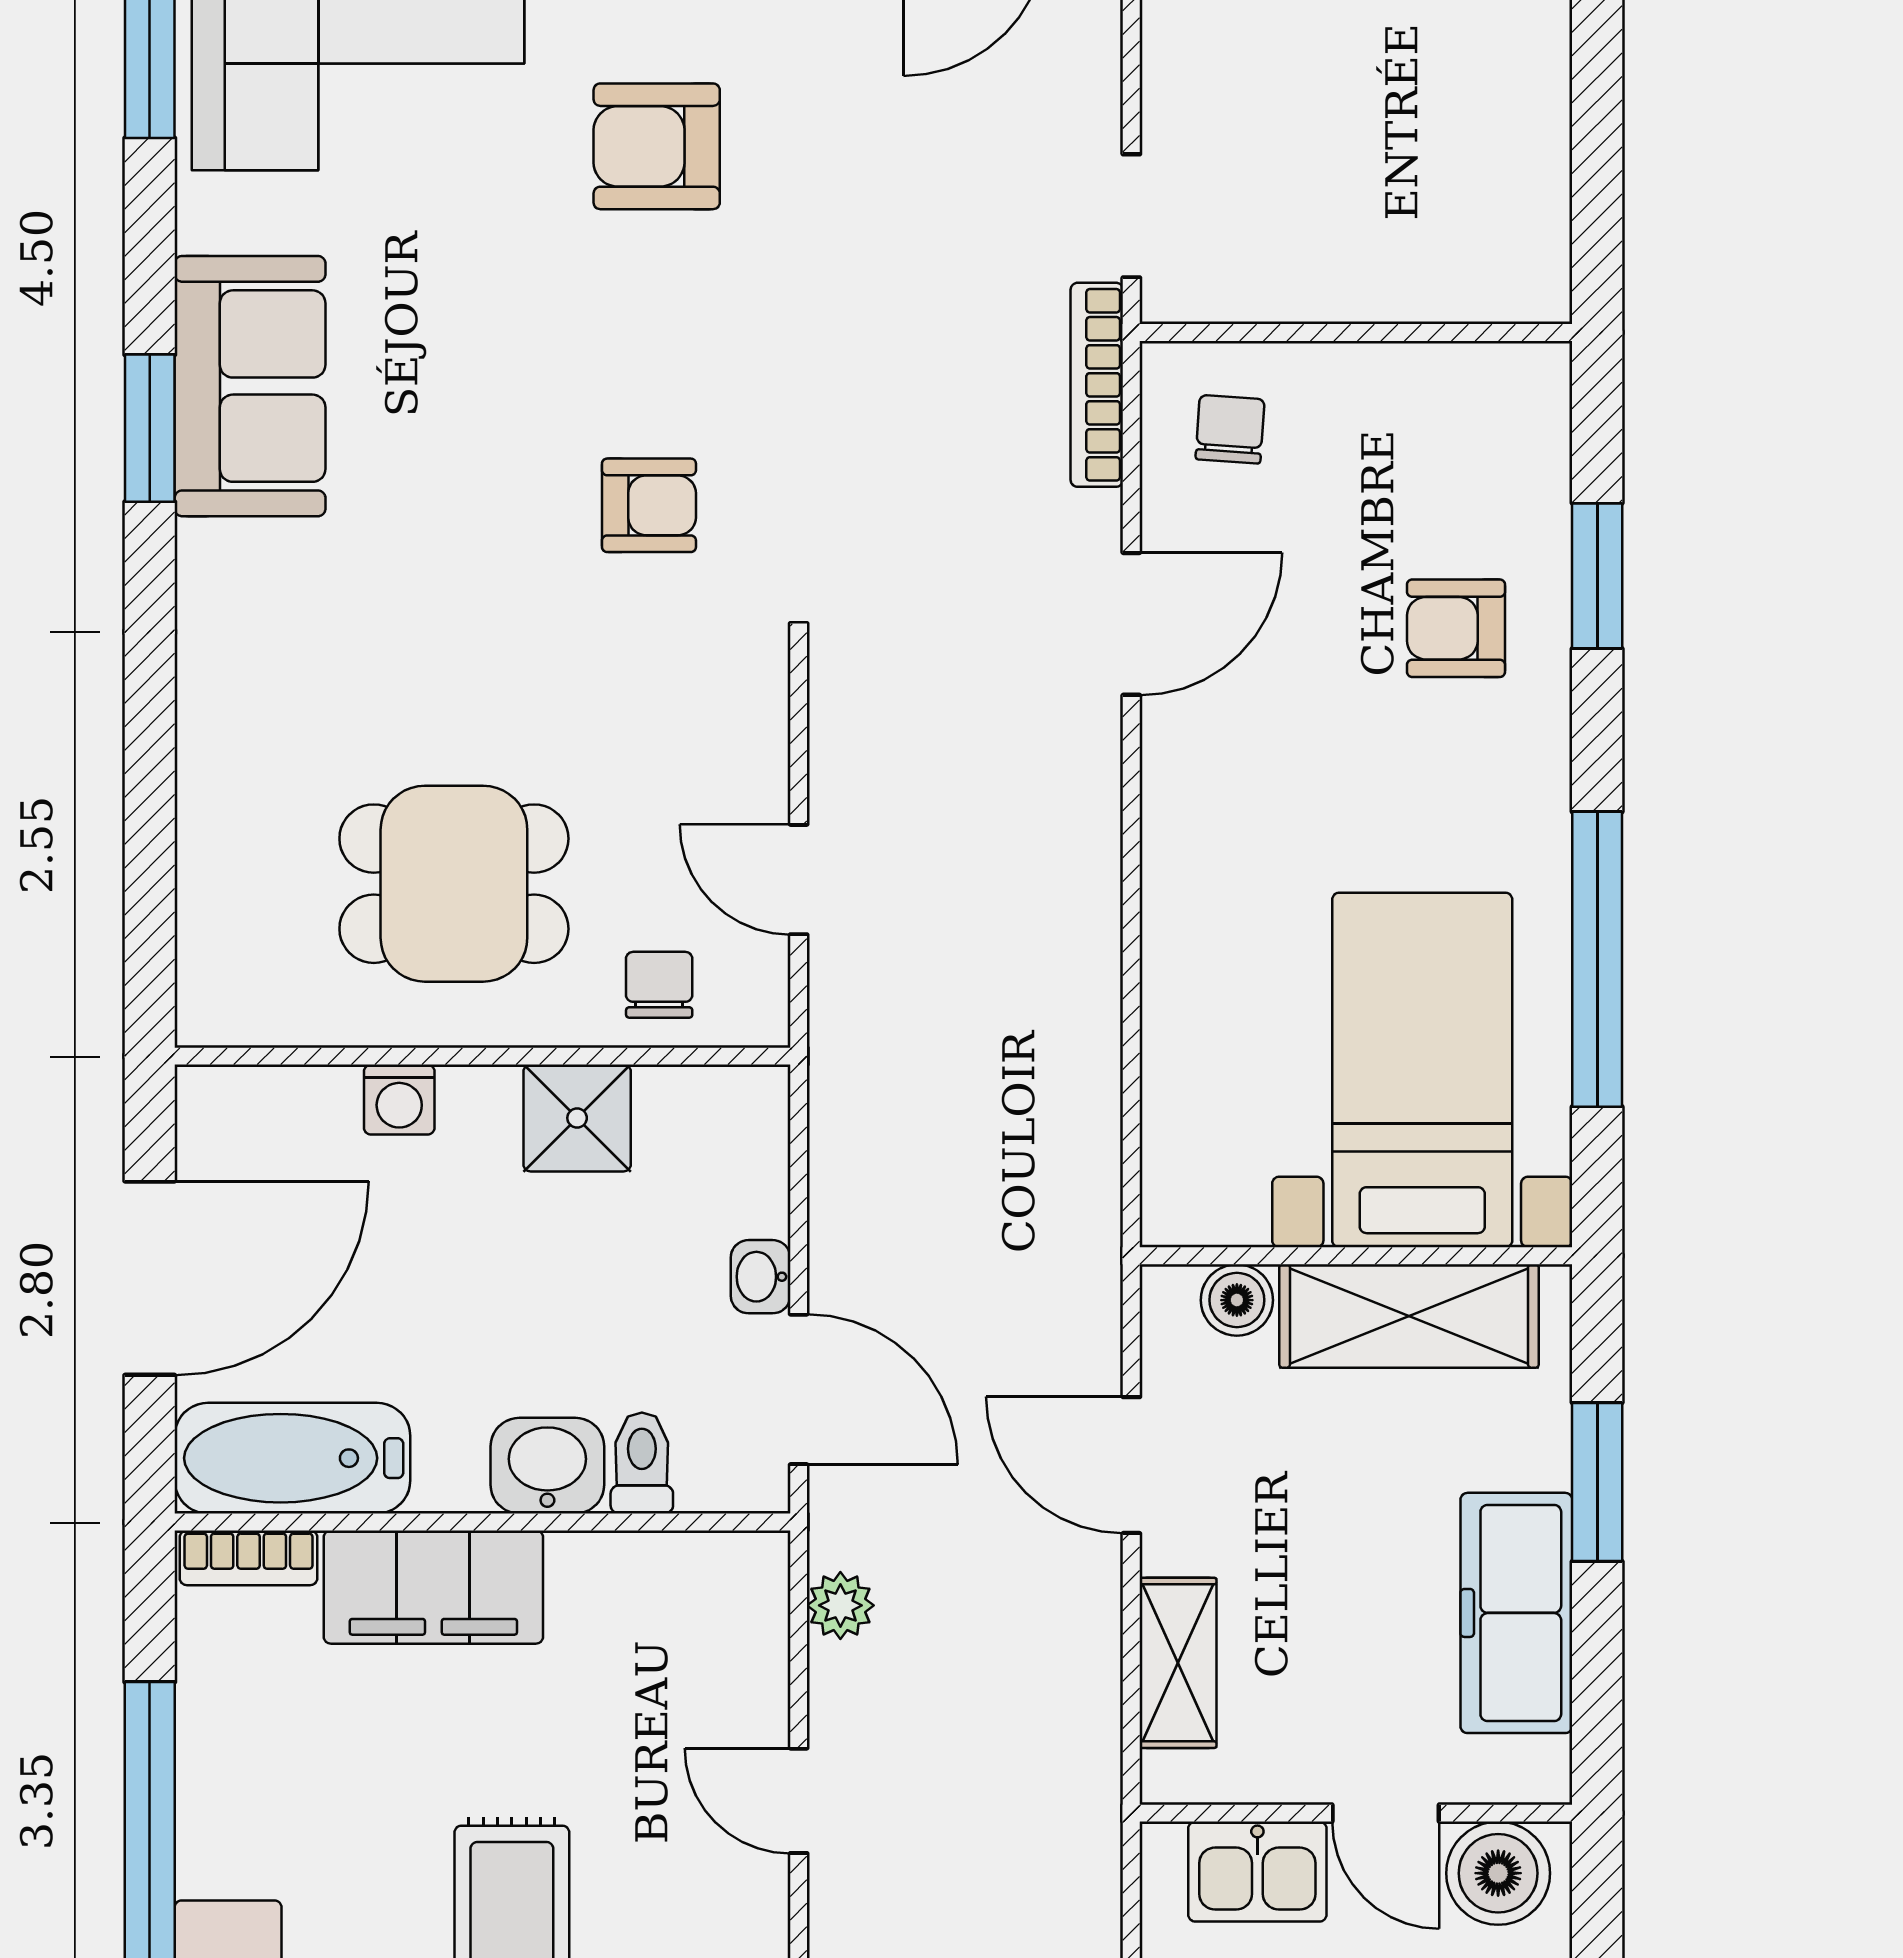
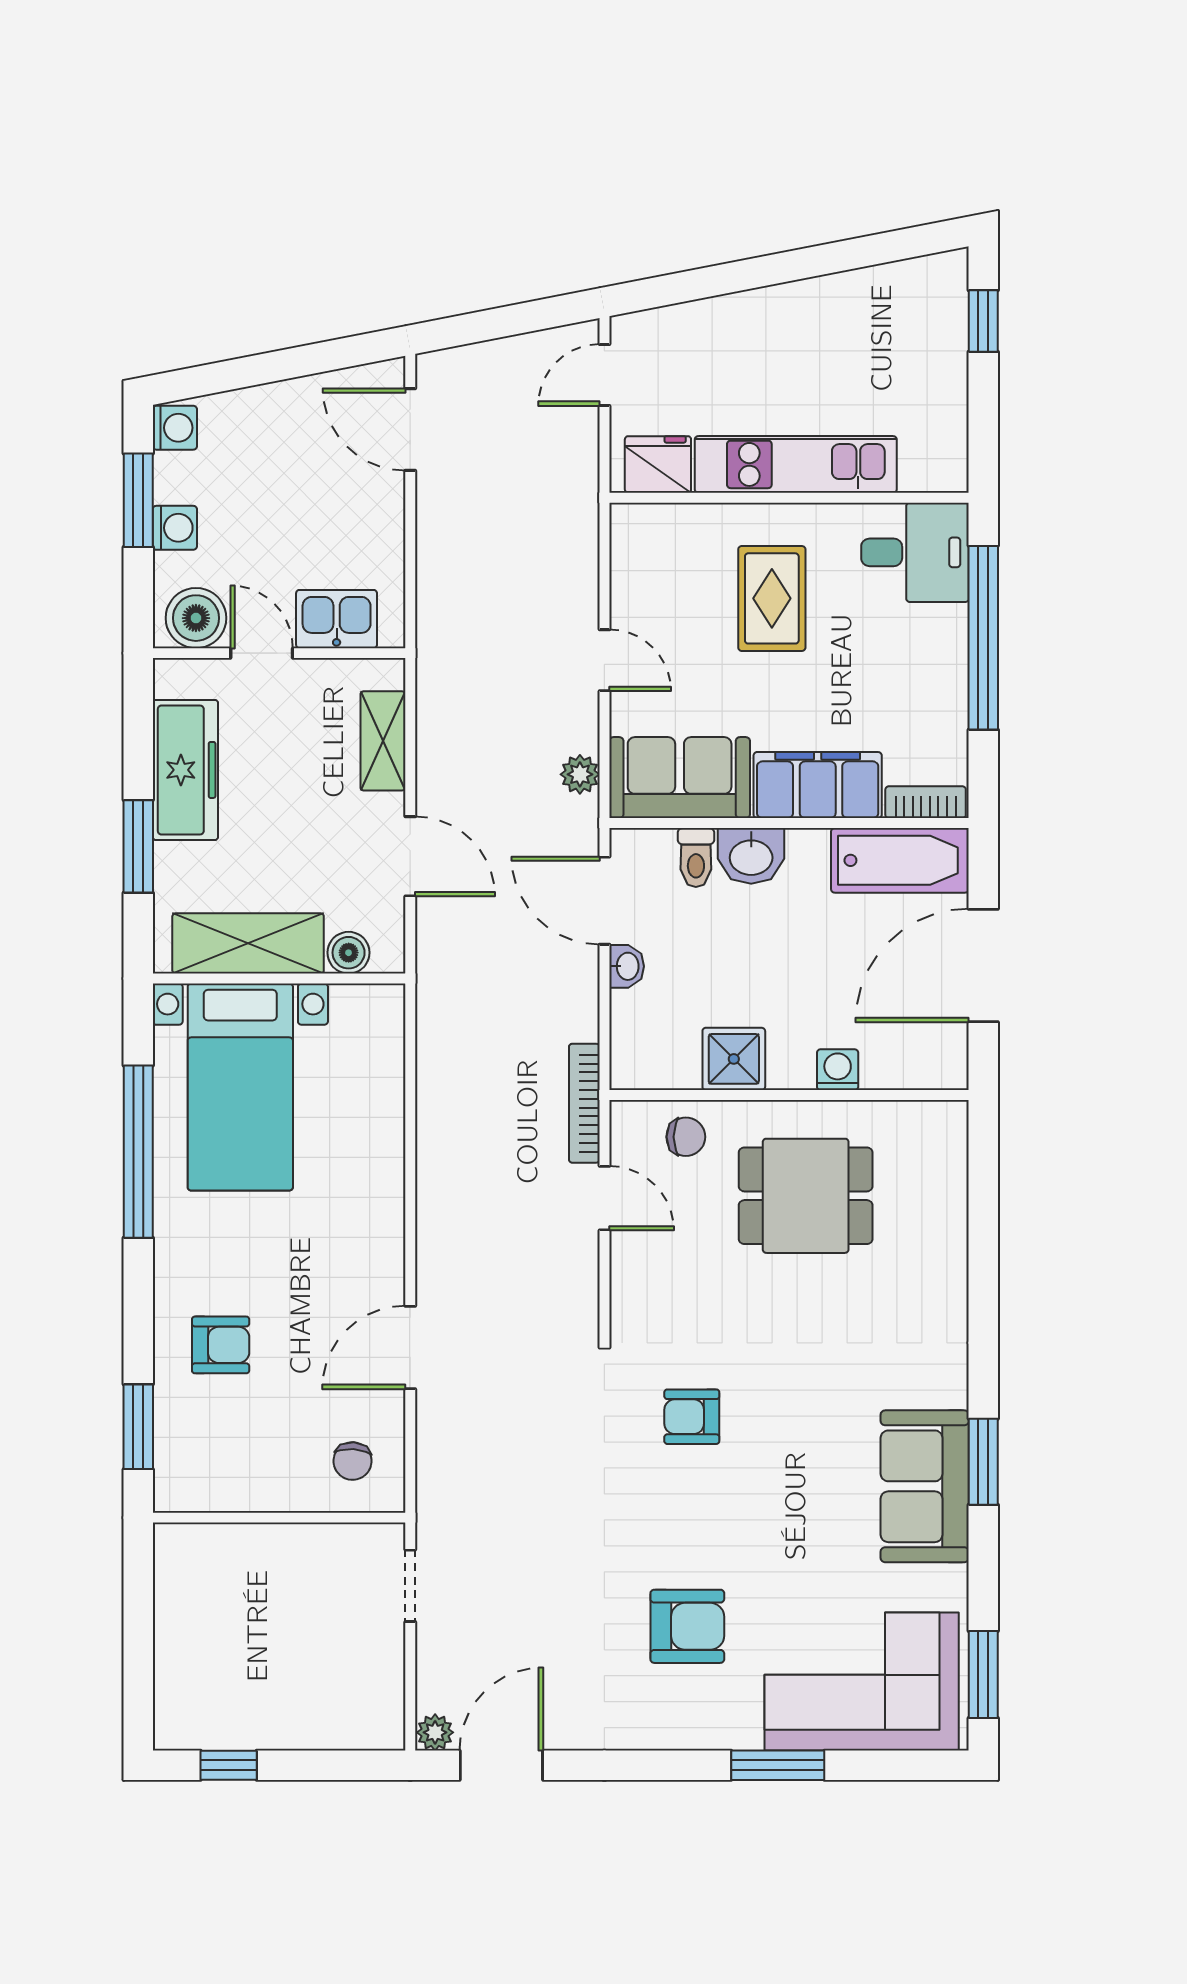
bookcase: (1097, 385) -> (584, 1103), moved, turned 180
window: (1597, 576) -> (138, 1427), moved
chair: (659, 985) -> (686, 1137), turned -90
sofa: (670, 1600) -> (680, 778), added

